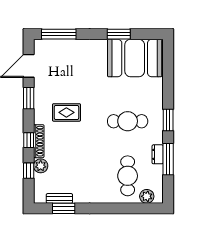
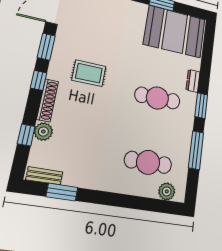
window: (29, 140) -> (39, 80), moved
dresser: (158, 154) -> (193, 81), moved
cafe table: (128, 176) -> (148, 162), turned 90
bench: (59, 198) -> (44, 176), moved

